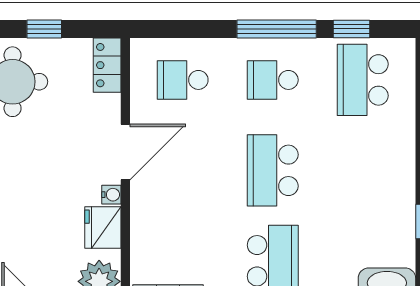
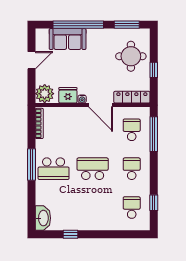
window: (277, 29) -> (154, 134), moved
locker: (107, 65) -> (132, 97), width x1.53
school desk: (363, 80) -> (132, 208), width x0.54

